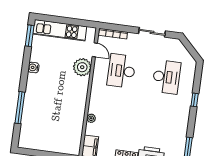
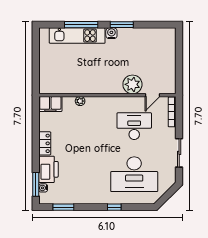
kitchen unit: (60, 30) -> (77, 36), moved, turned -90
window: (30, 36) -> (122, 25), moved
water cooler: (33, 68) -> (111, 33), moved
desk: (166, 77) -> (134, 174), width x1.36, depth x1.30

